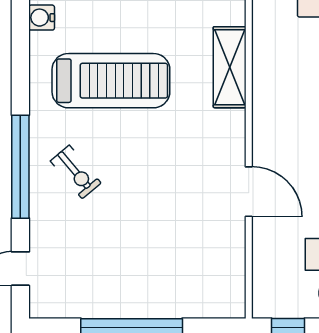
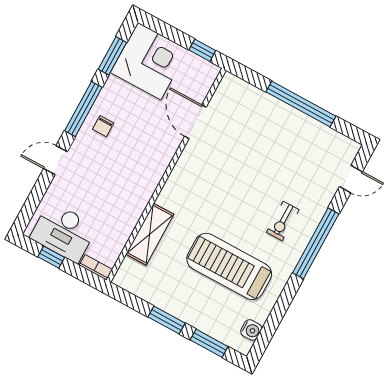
exercise bike: (76, 172) -> (283, 221), turned -140
door: (249, 192) -> (195, 122), moved

